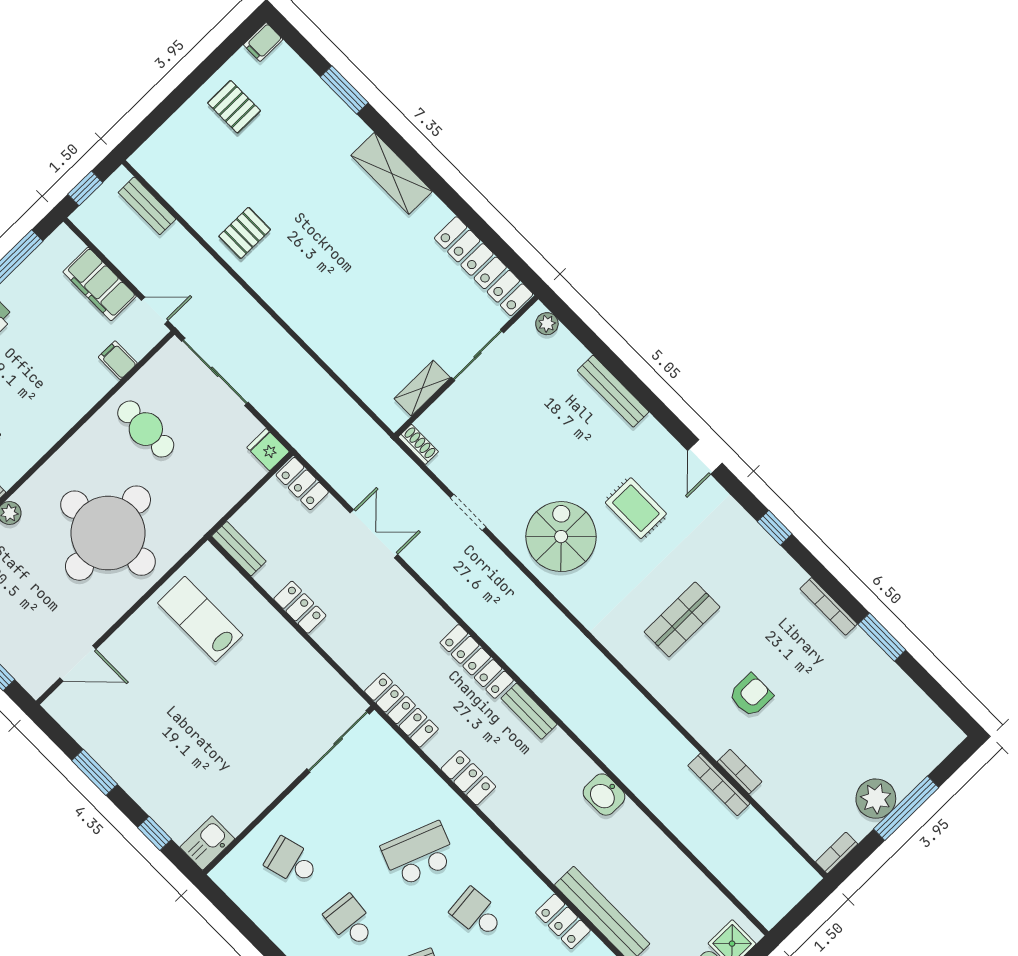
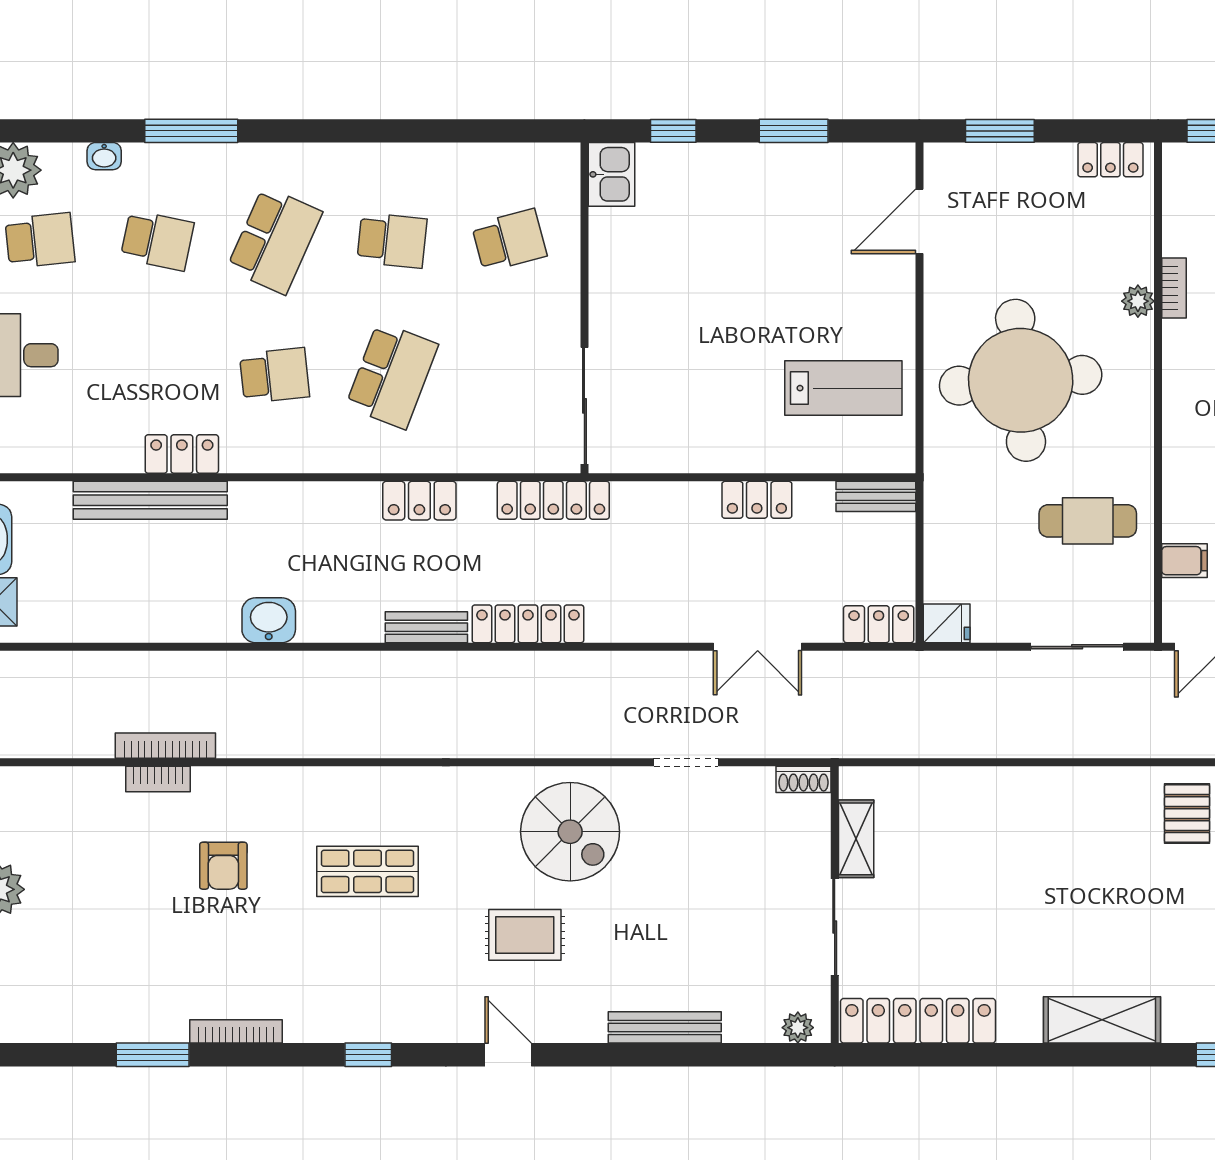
sliding door: (215, 372) -> (1077, 647), width x0.73
shop shelf: (682, 619) -> (367, 871), turned 90

